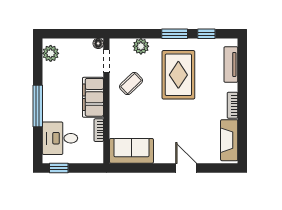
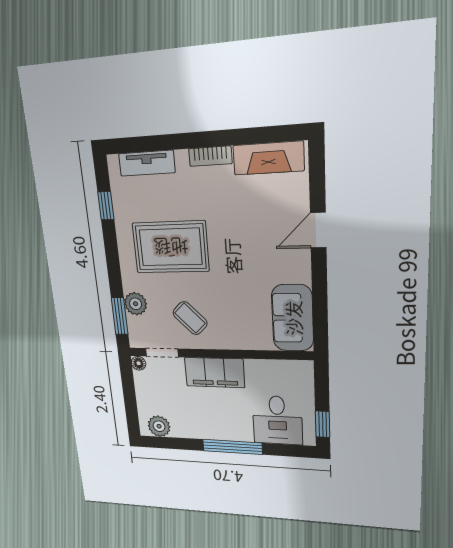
window: (175, 34) -> (120, 316), moved
bookcase: (99, 130) -> (262, 366), removed

